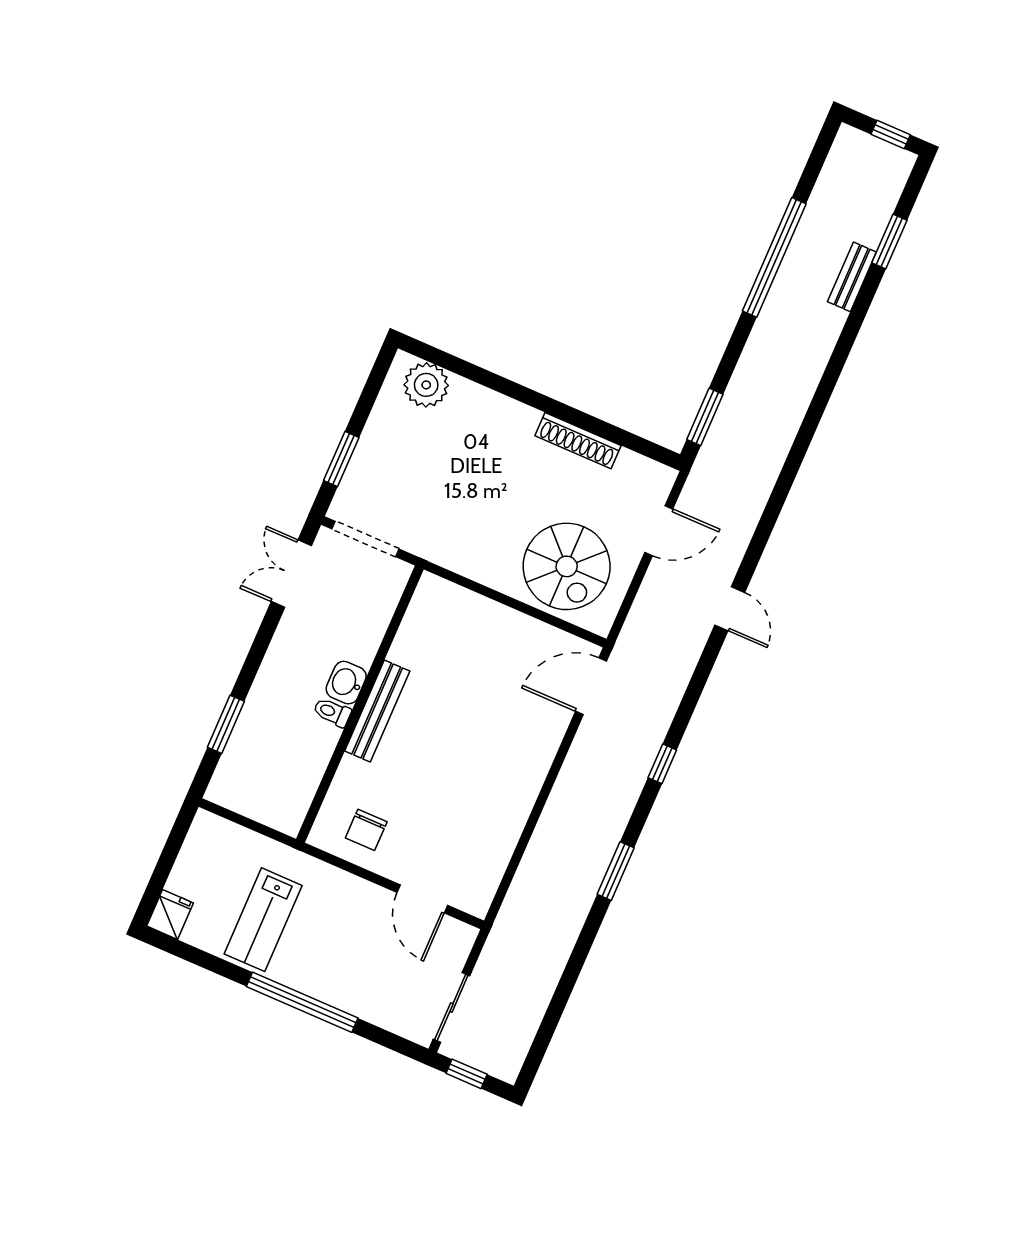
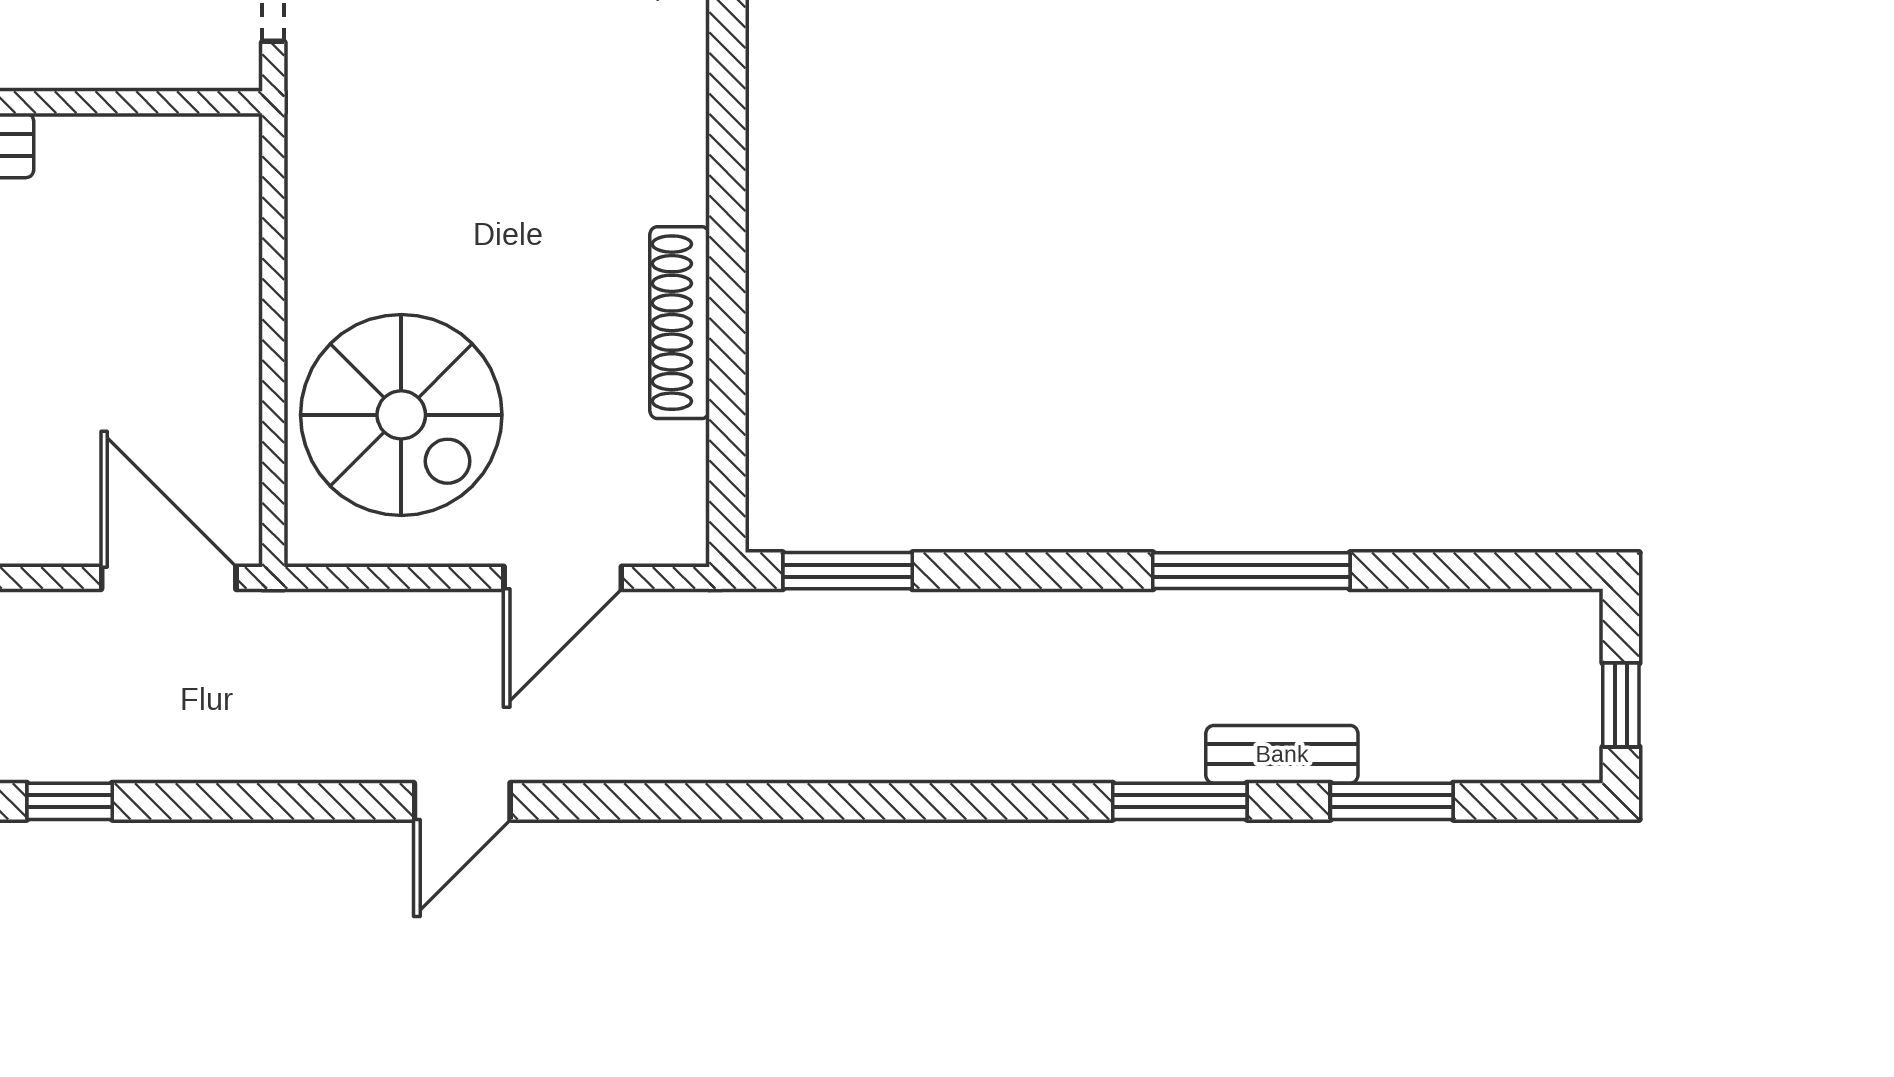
window: (774, 257) -> (1251, 571), width x0.68
window: (853, 325) -> (1180, 801), added
door: (659, 531) -> (563, 578), hinge flipped
spiral stairs: (567, 566) -> (401, 415), turned -90

